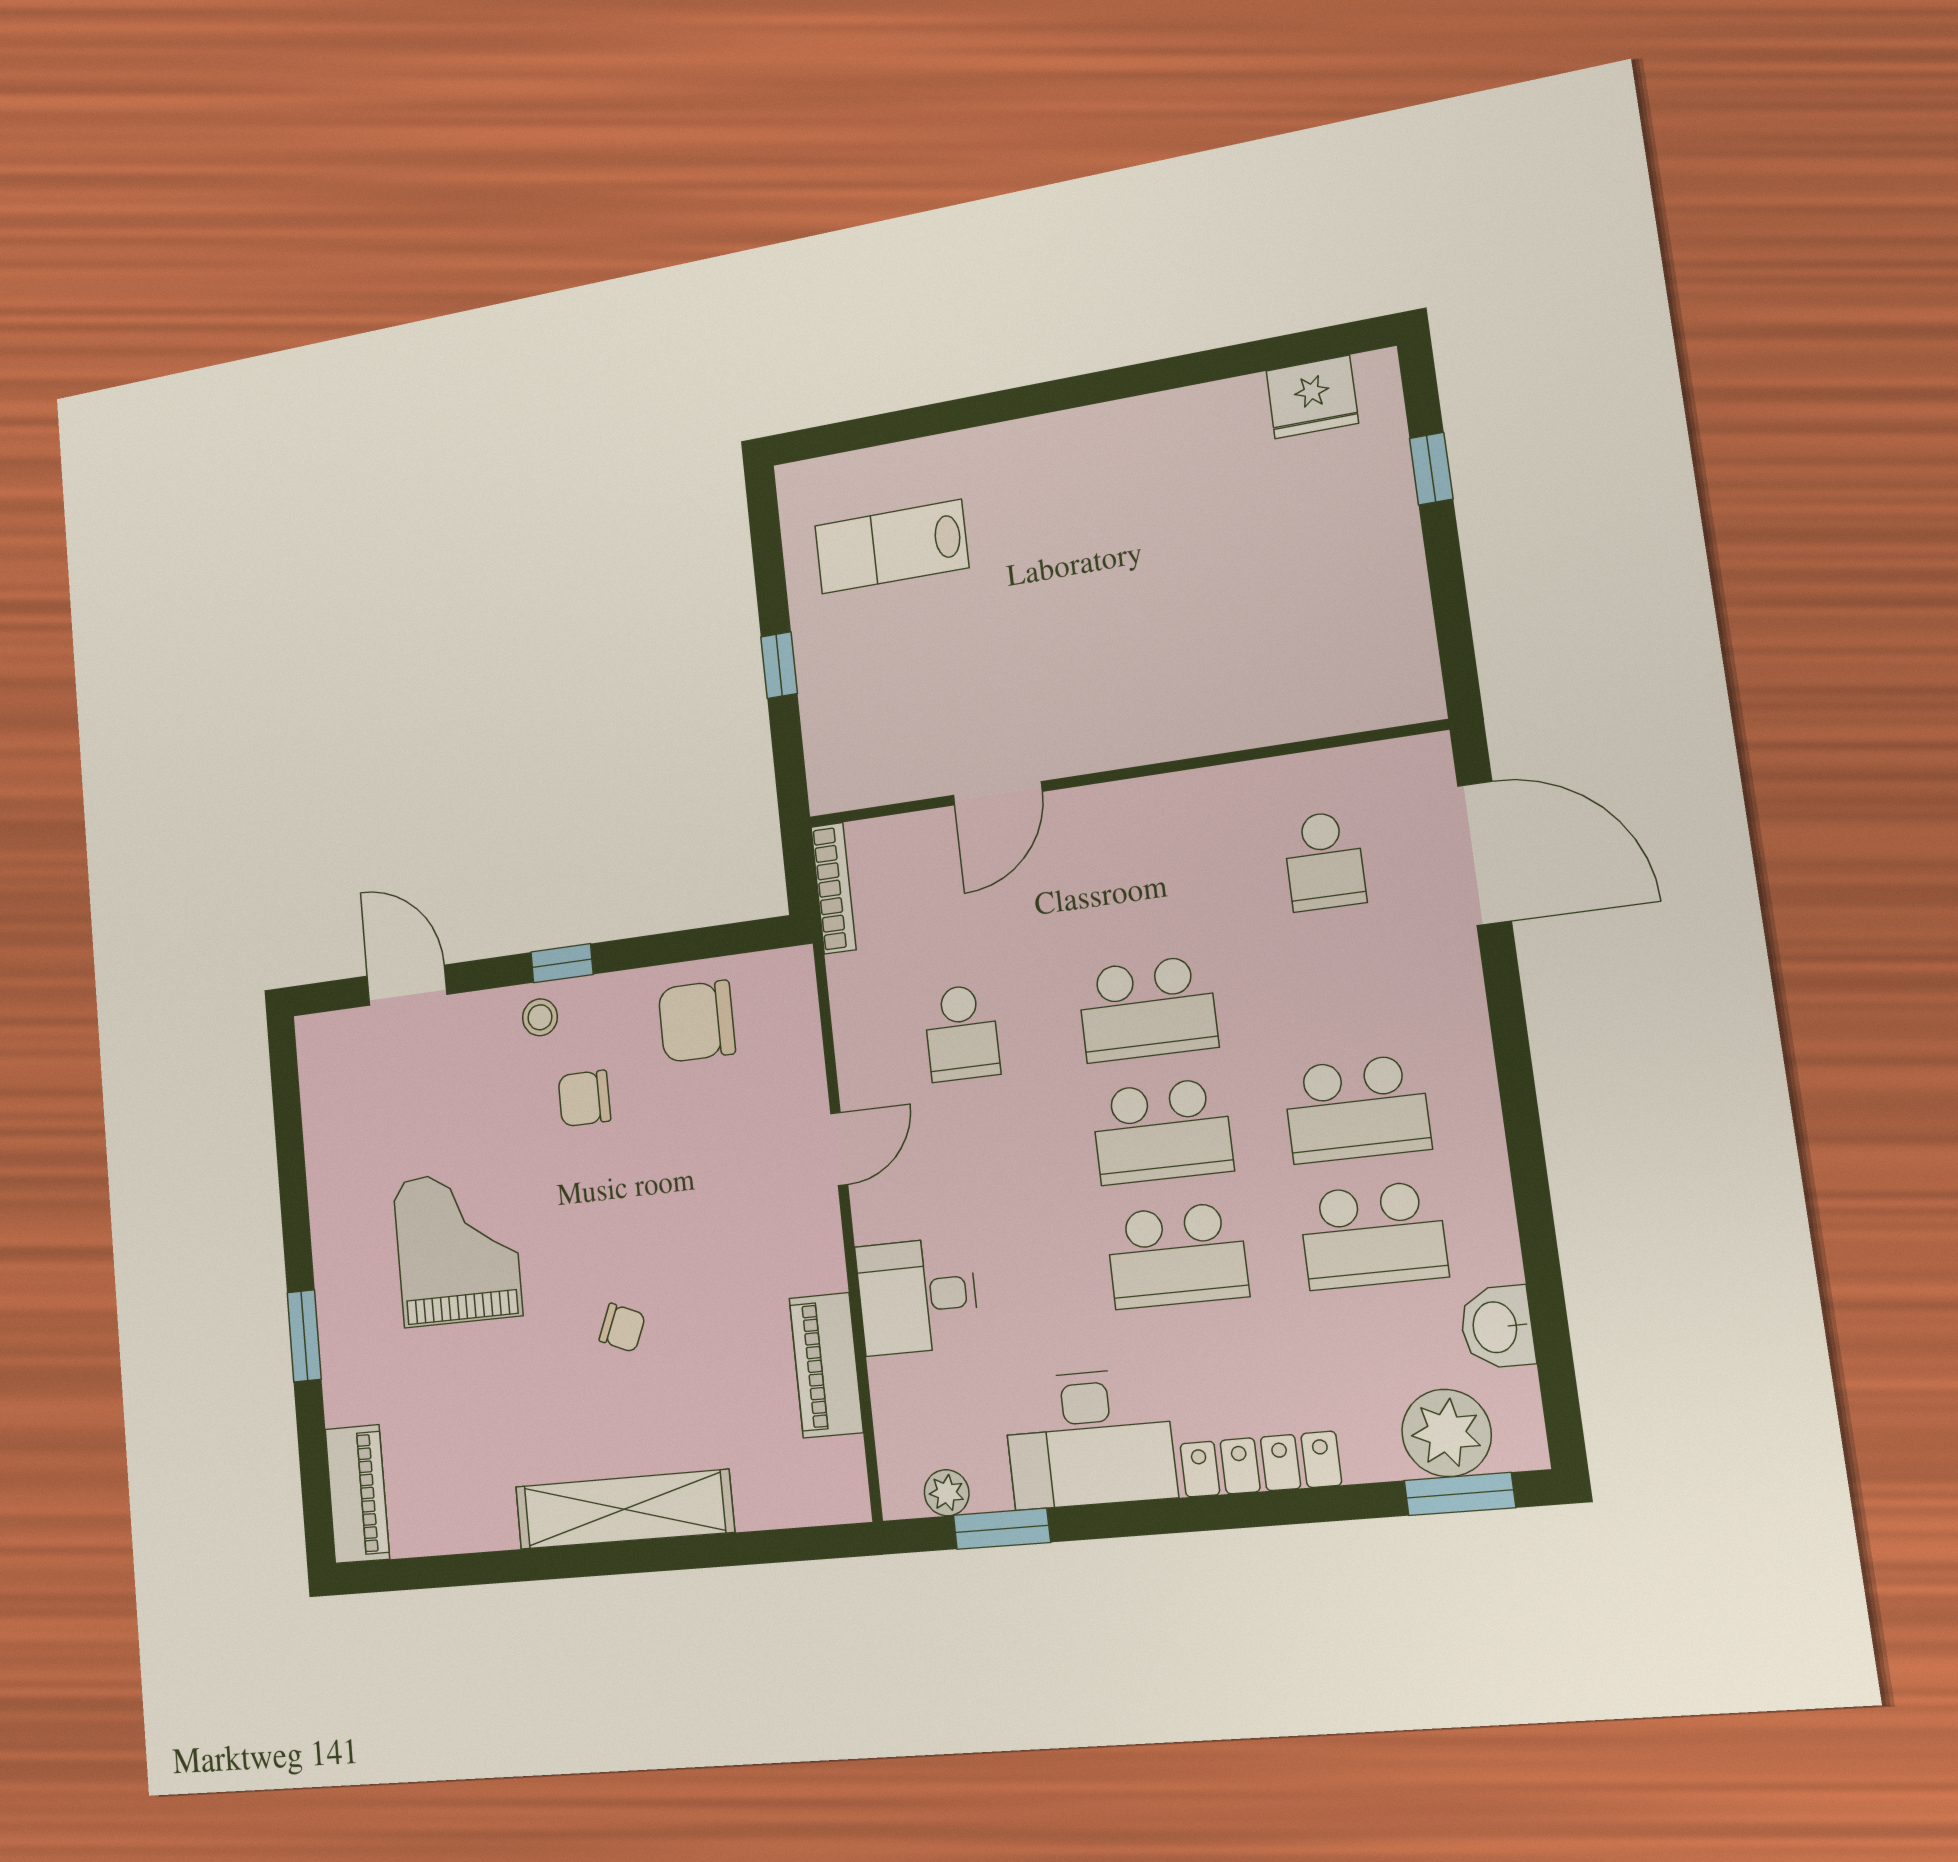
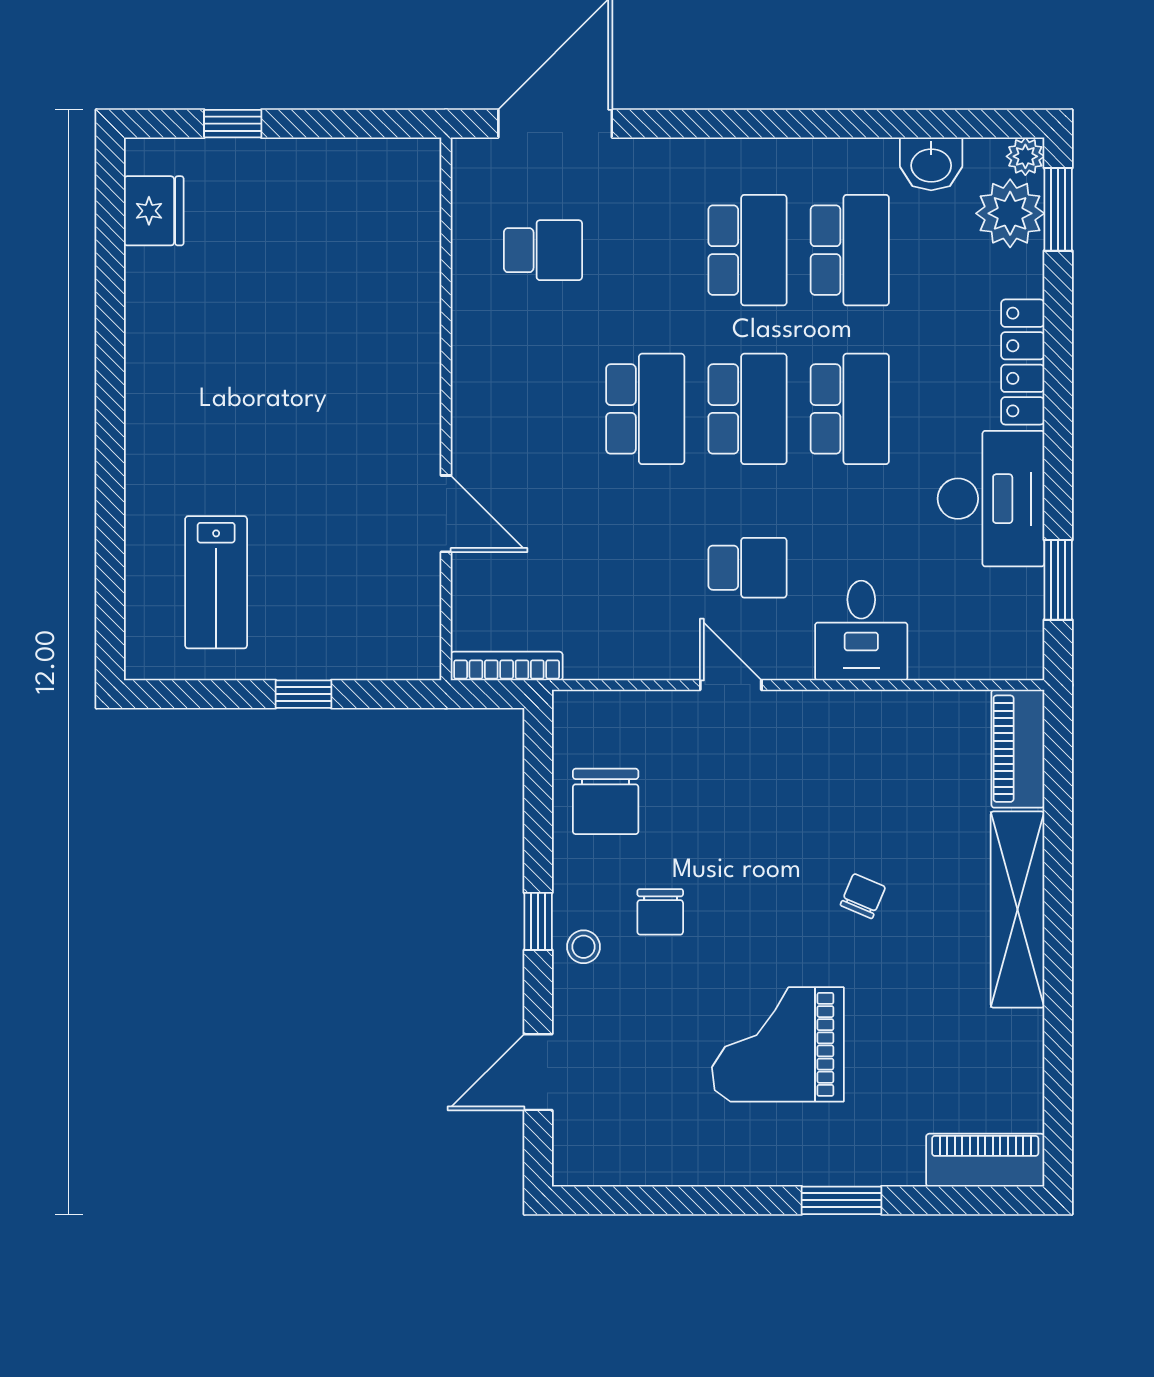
school desk: (962, 1033) -> (747, 568), moved
piano: (826, 1365) -> (1018, 749), moved, turned 90
plant: (947, 1493) -> (1025, 156), moved

